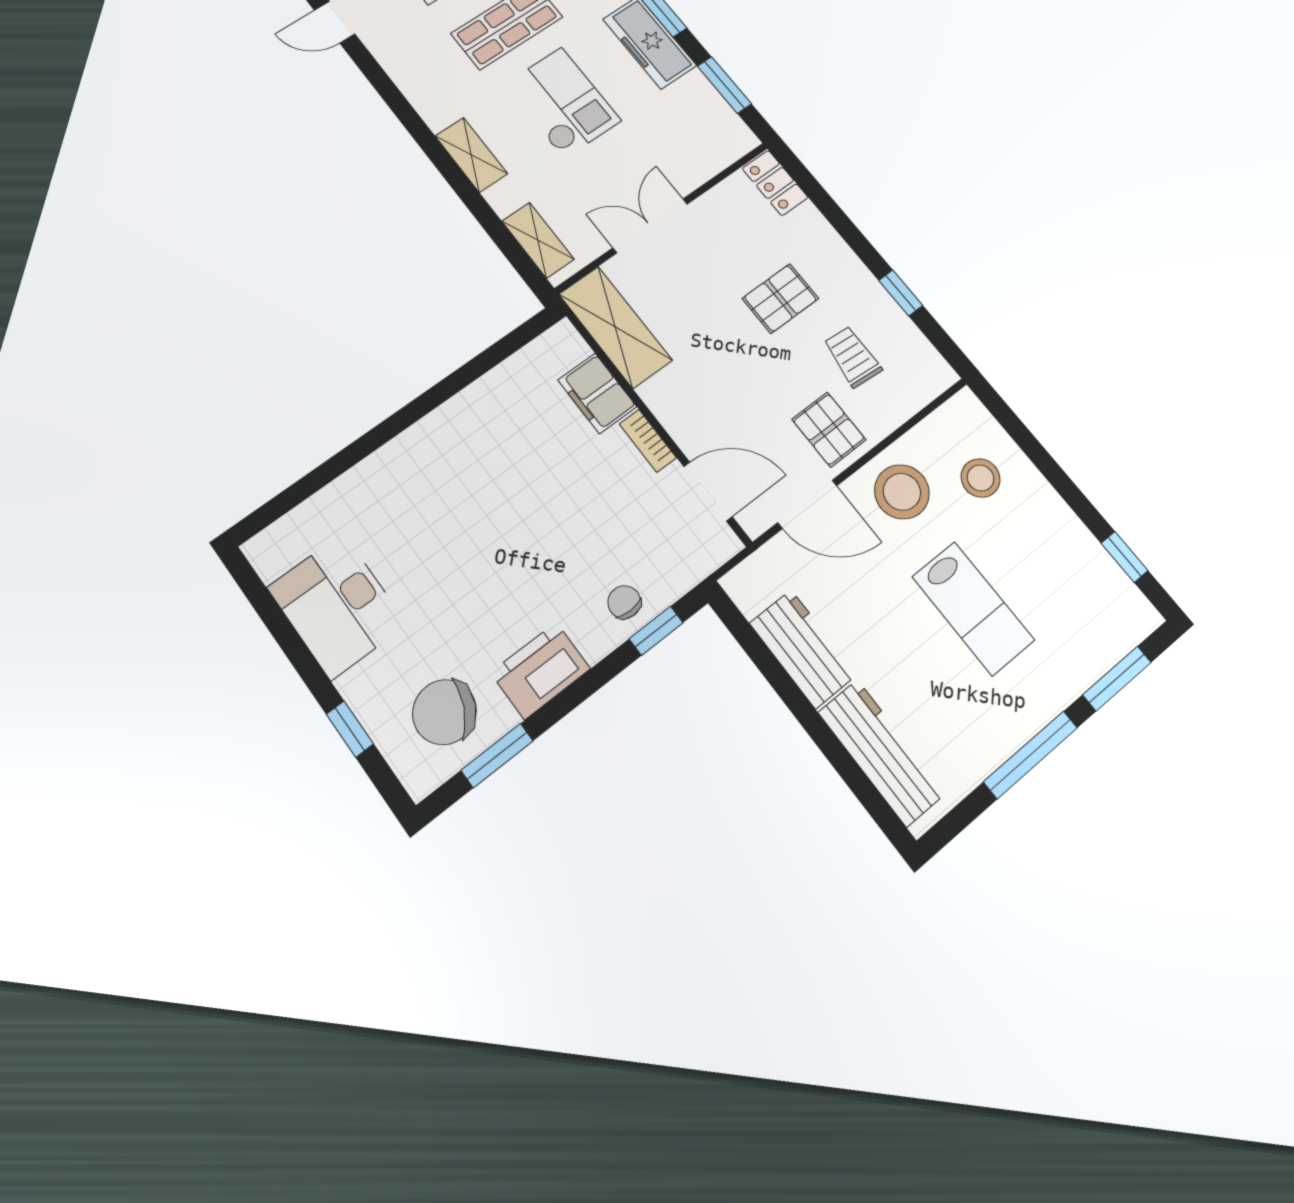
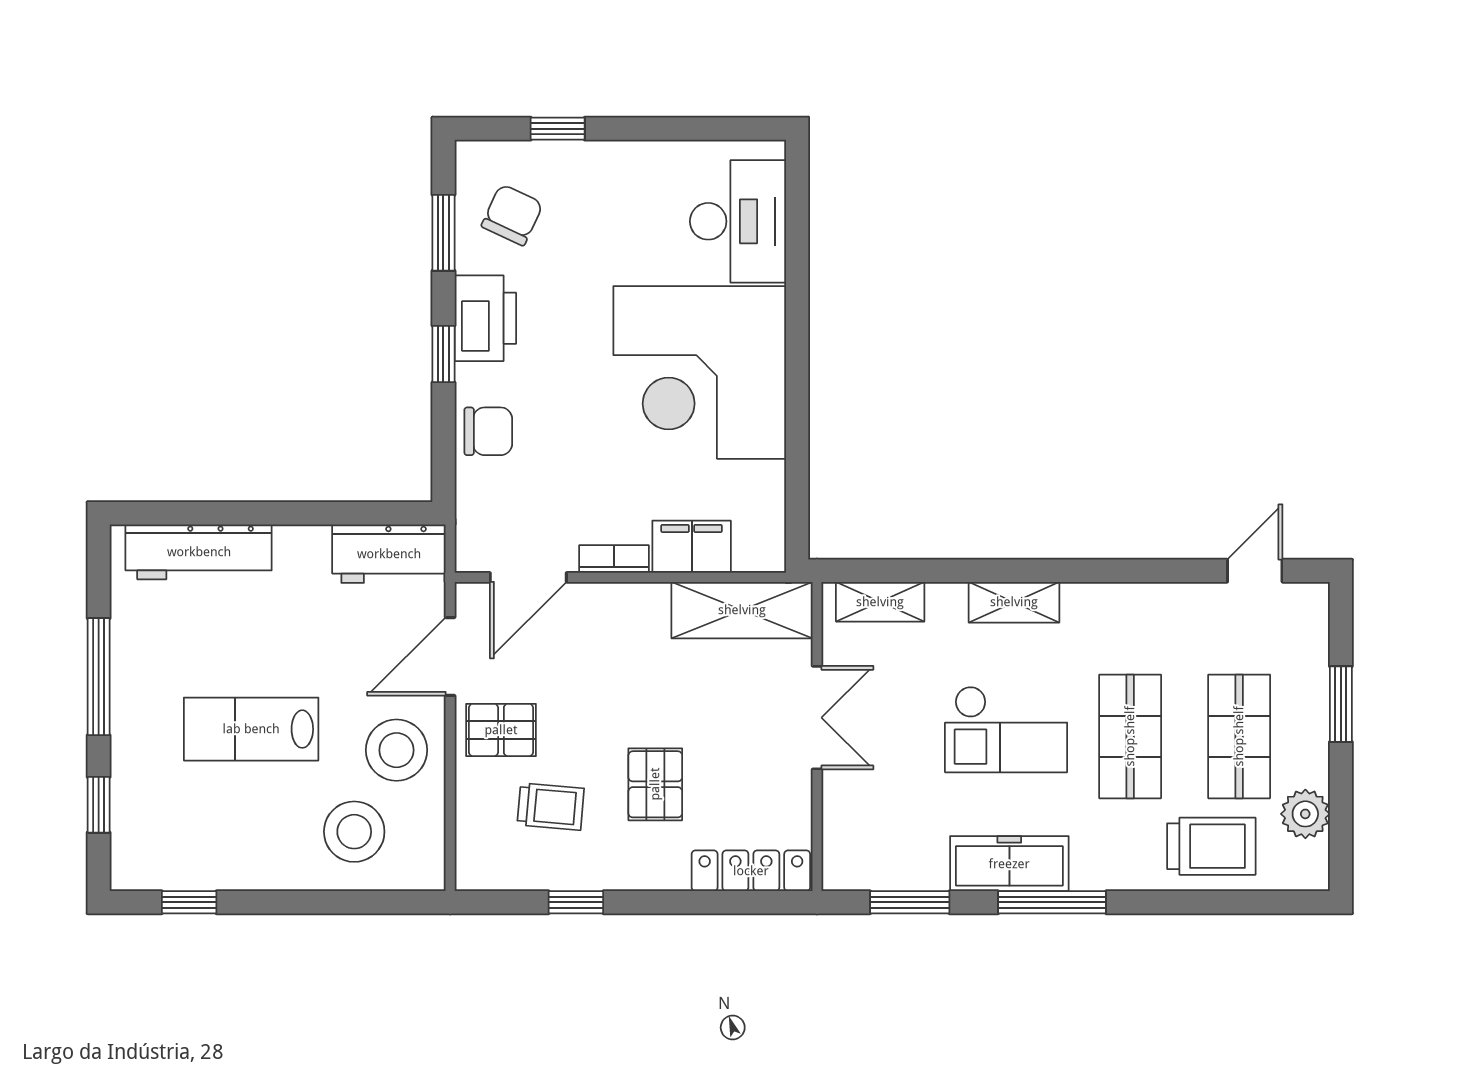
locker: (775, 183) -> (751, 871), width x1.53
stool: (981, 478) -> (354, 832), width x1.38, depth x1.38
corner desk: (465, 480) -> (700, 372), added
chair: (624, 602) -> (488, 431), width x1.37, depth x1.37
desk: (337, 606) -> (738, 221), moved, turned 90
window: (656, 631) -> (443, 354), moved
workbench: (803, 649) -> (389, 554), moved
window: (1117, 678) -> (99, 805), width x0.67
chair: (444, 712) -> (512, 215), width x0.73, depth x0.73

